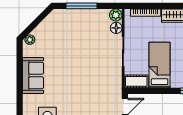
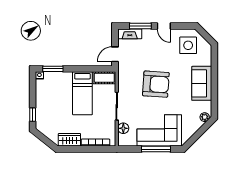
plant: (116, 15) -> (124, 140), removed
corner sofa: (78, 26) -> (159, 130), added
armchair: (82, 75) -> (156, 84), added

